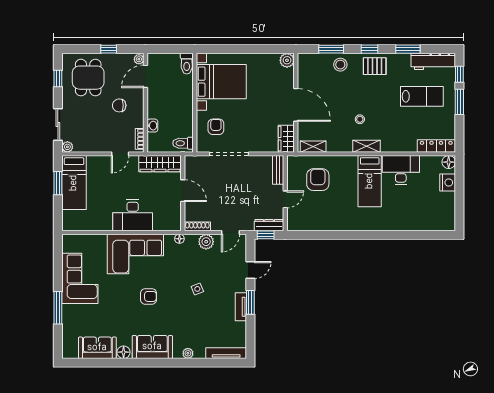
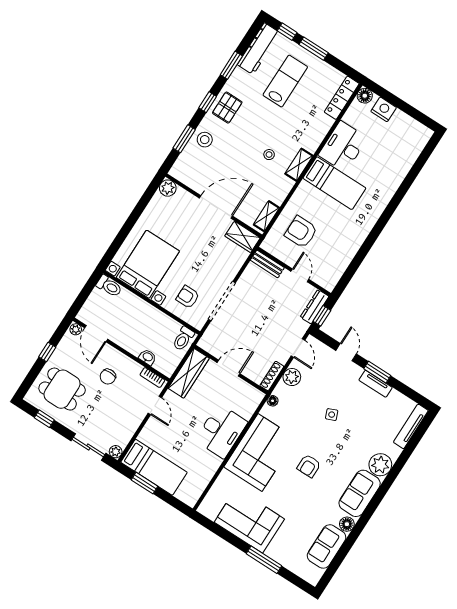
armchair: (149, 296) -> (309, 466), turned 180
plant: (188, 353) -> (380, 465), width x1.88, depth x1.88

